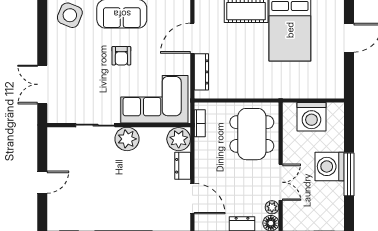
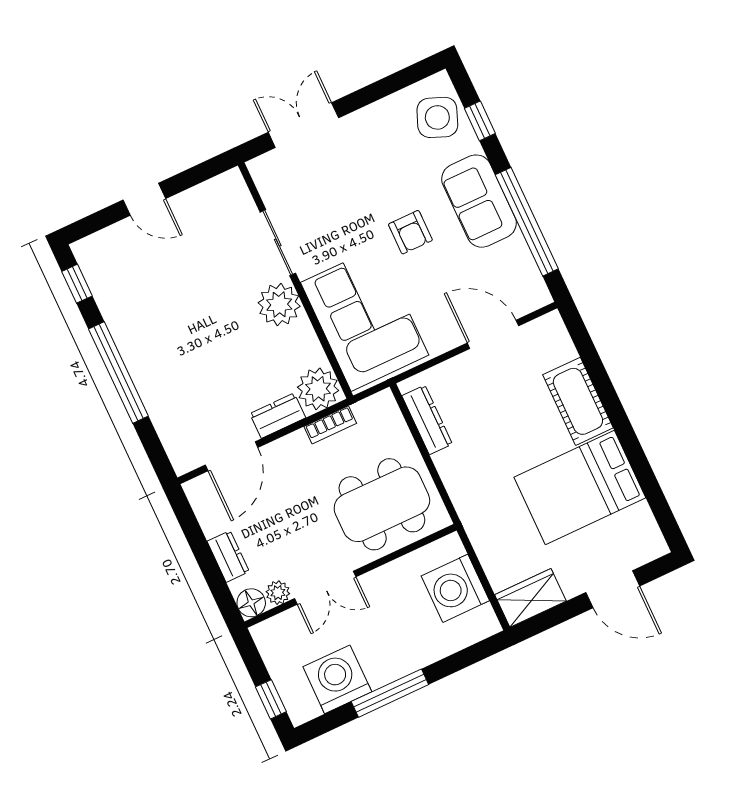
armchair: (121, 56) -> (410, 232), turned -90
dresser: (201, 72) -> (427, 420), moved, turned -90
wardrobe: (334, 81) -> (530, 598), added
bookcase: (200, 123) -> (330, 425), moved
washing machine: (330, 166) -> (337, 679), moved

